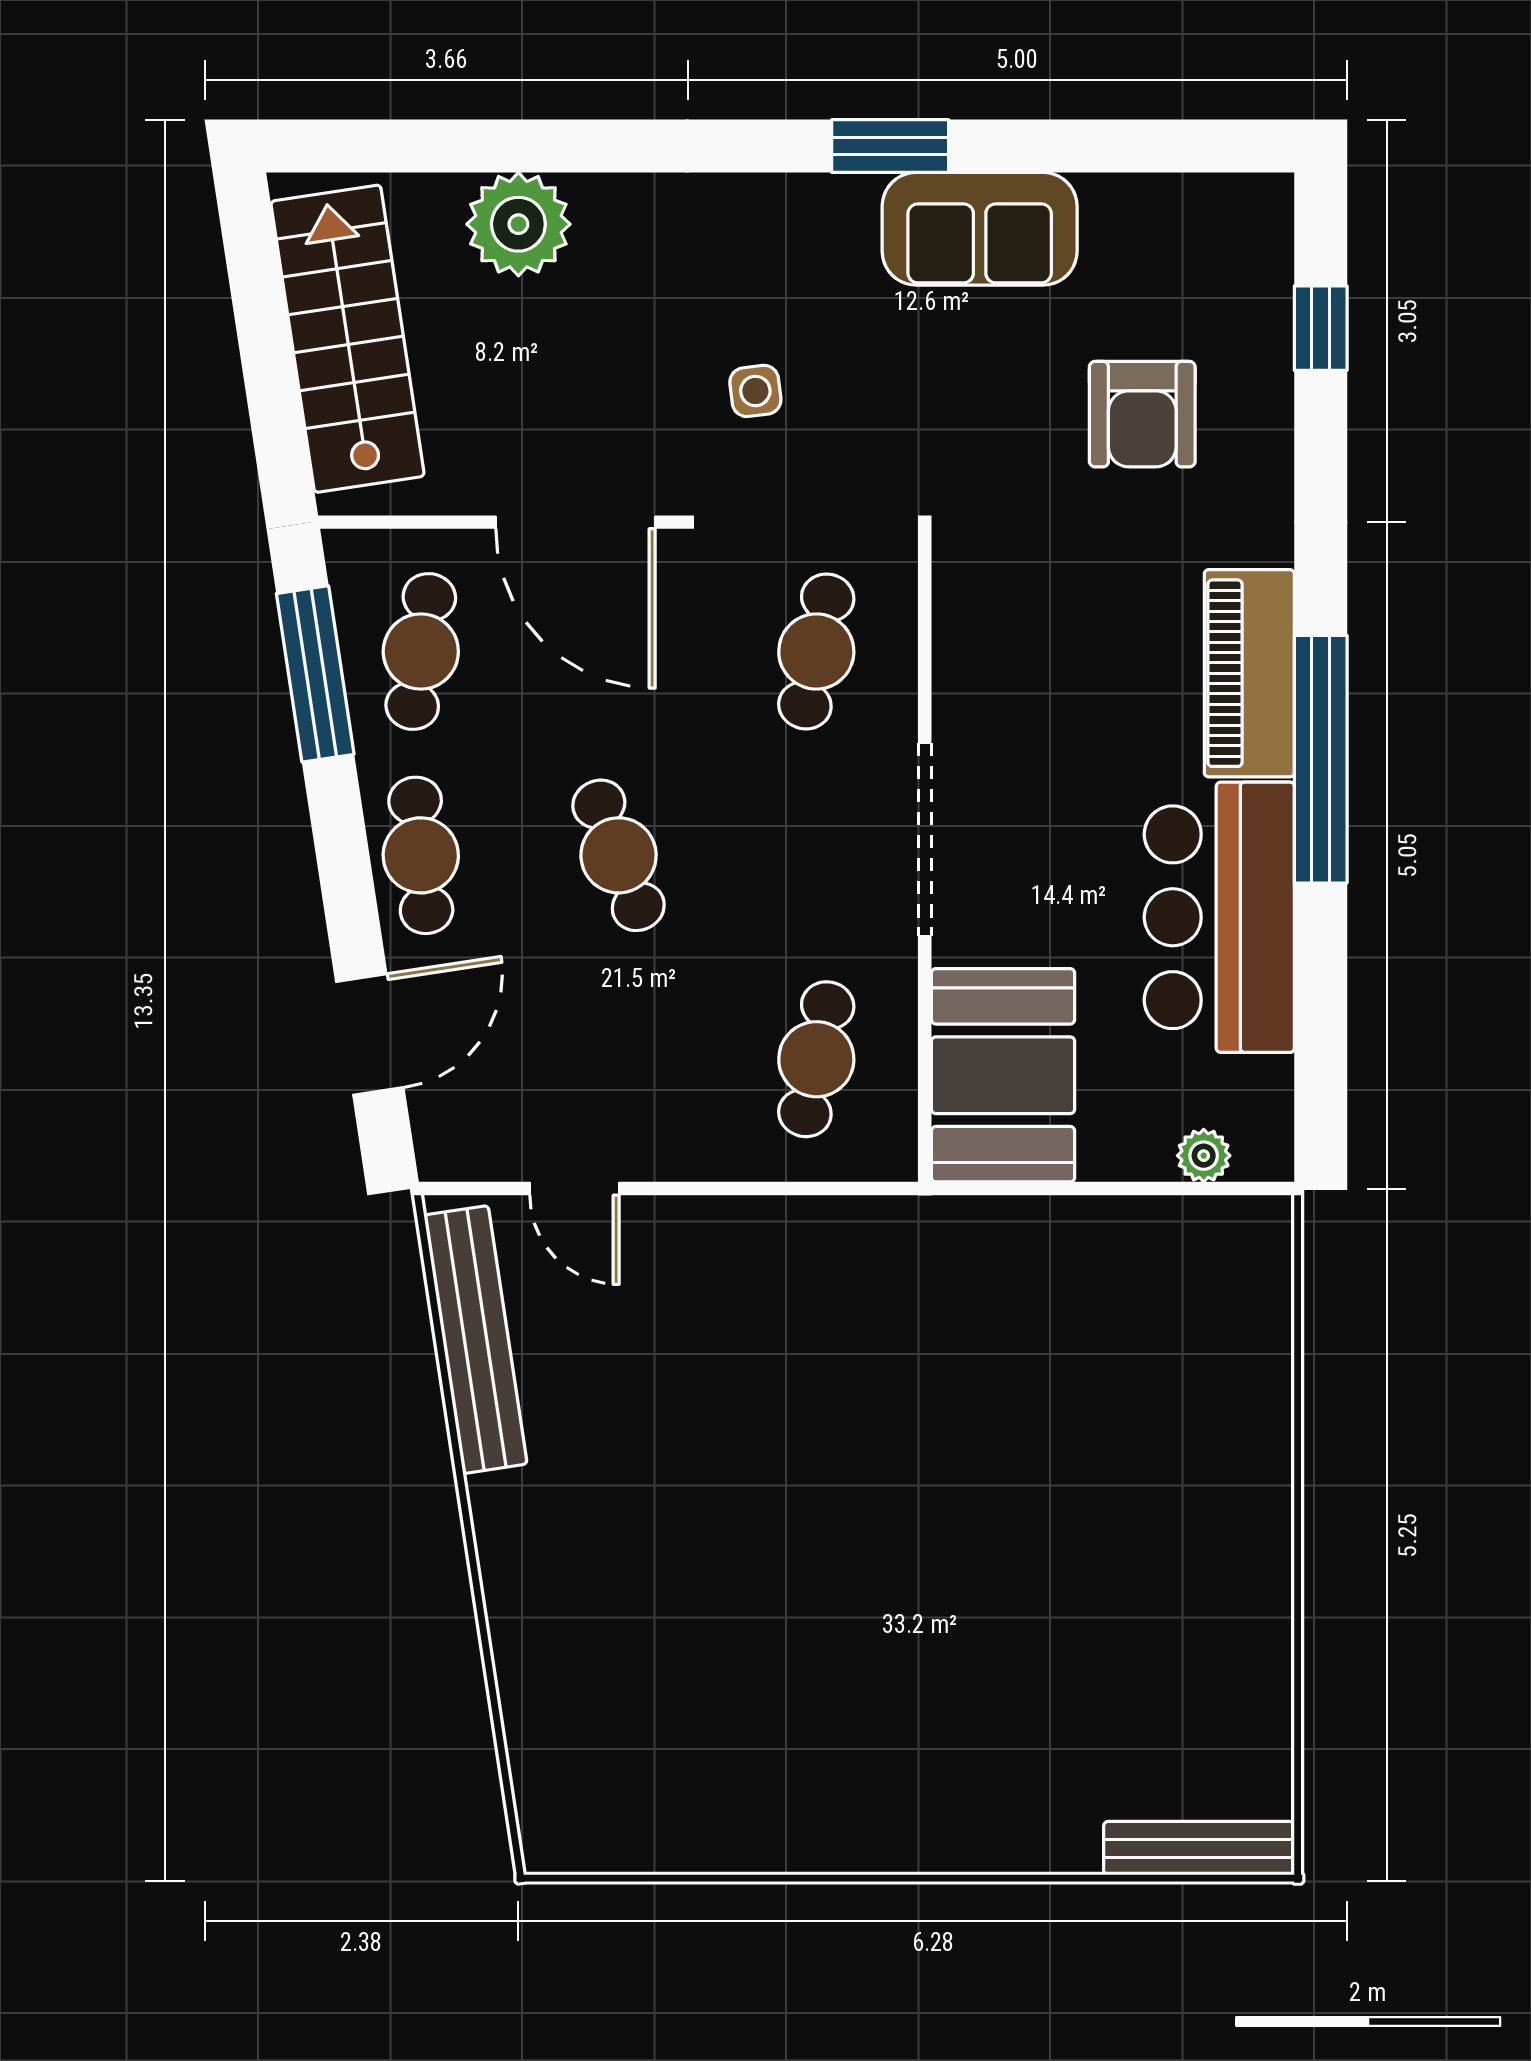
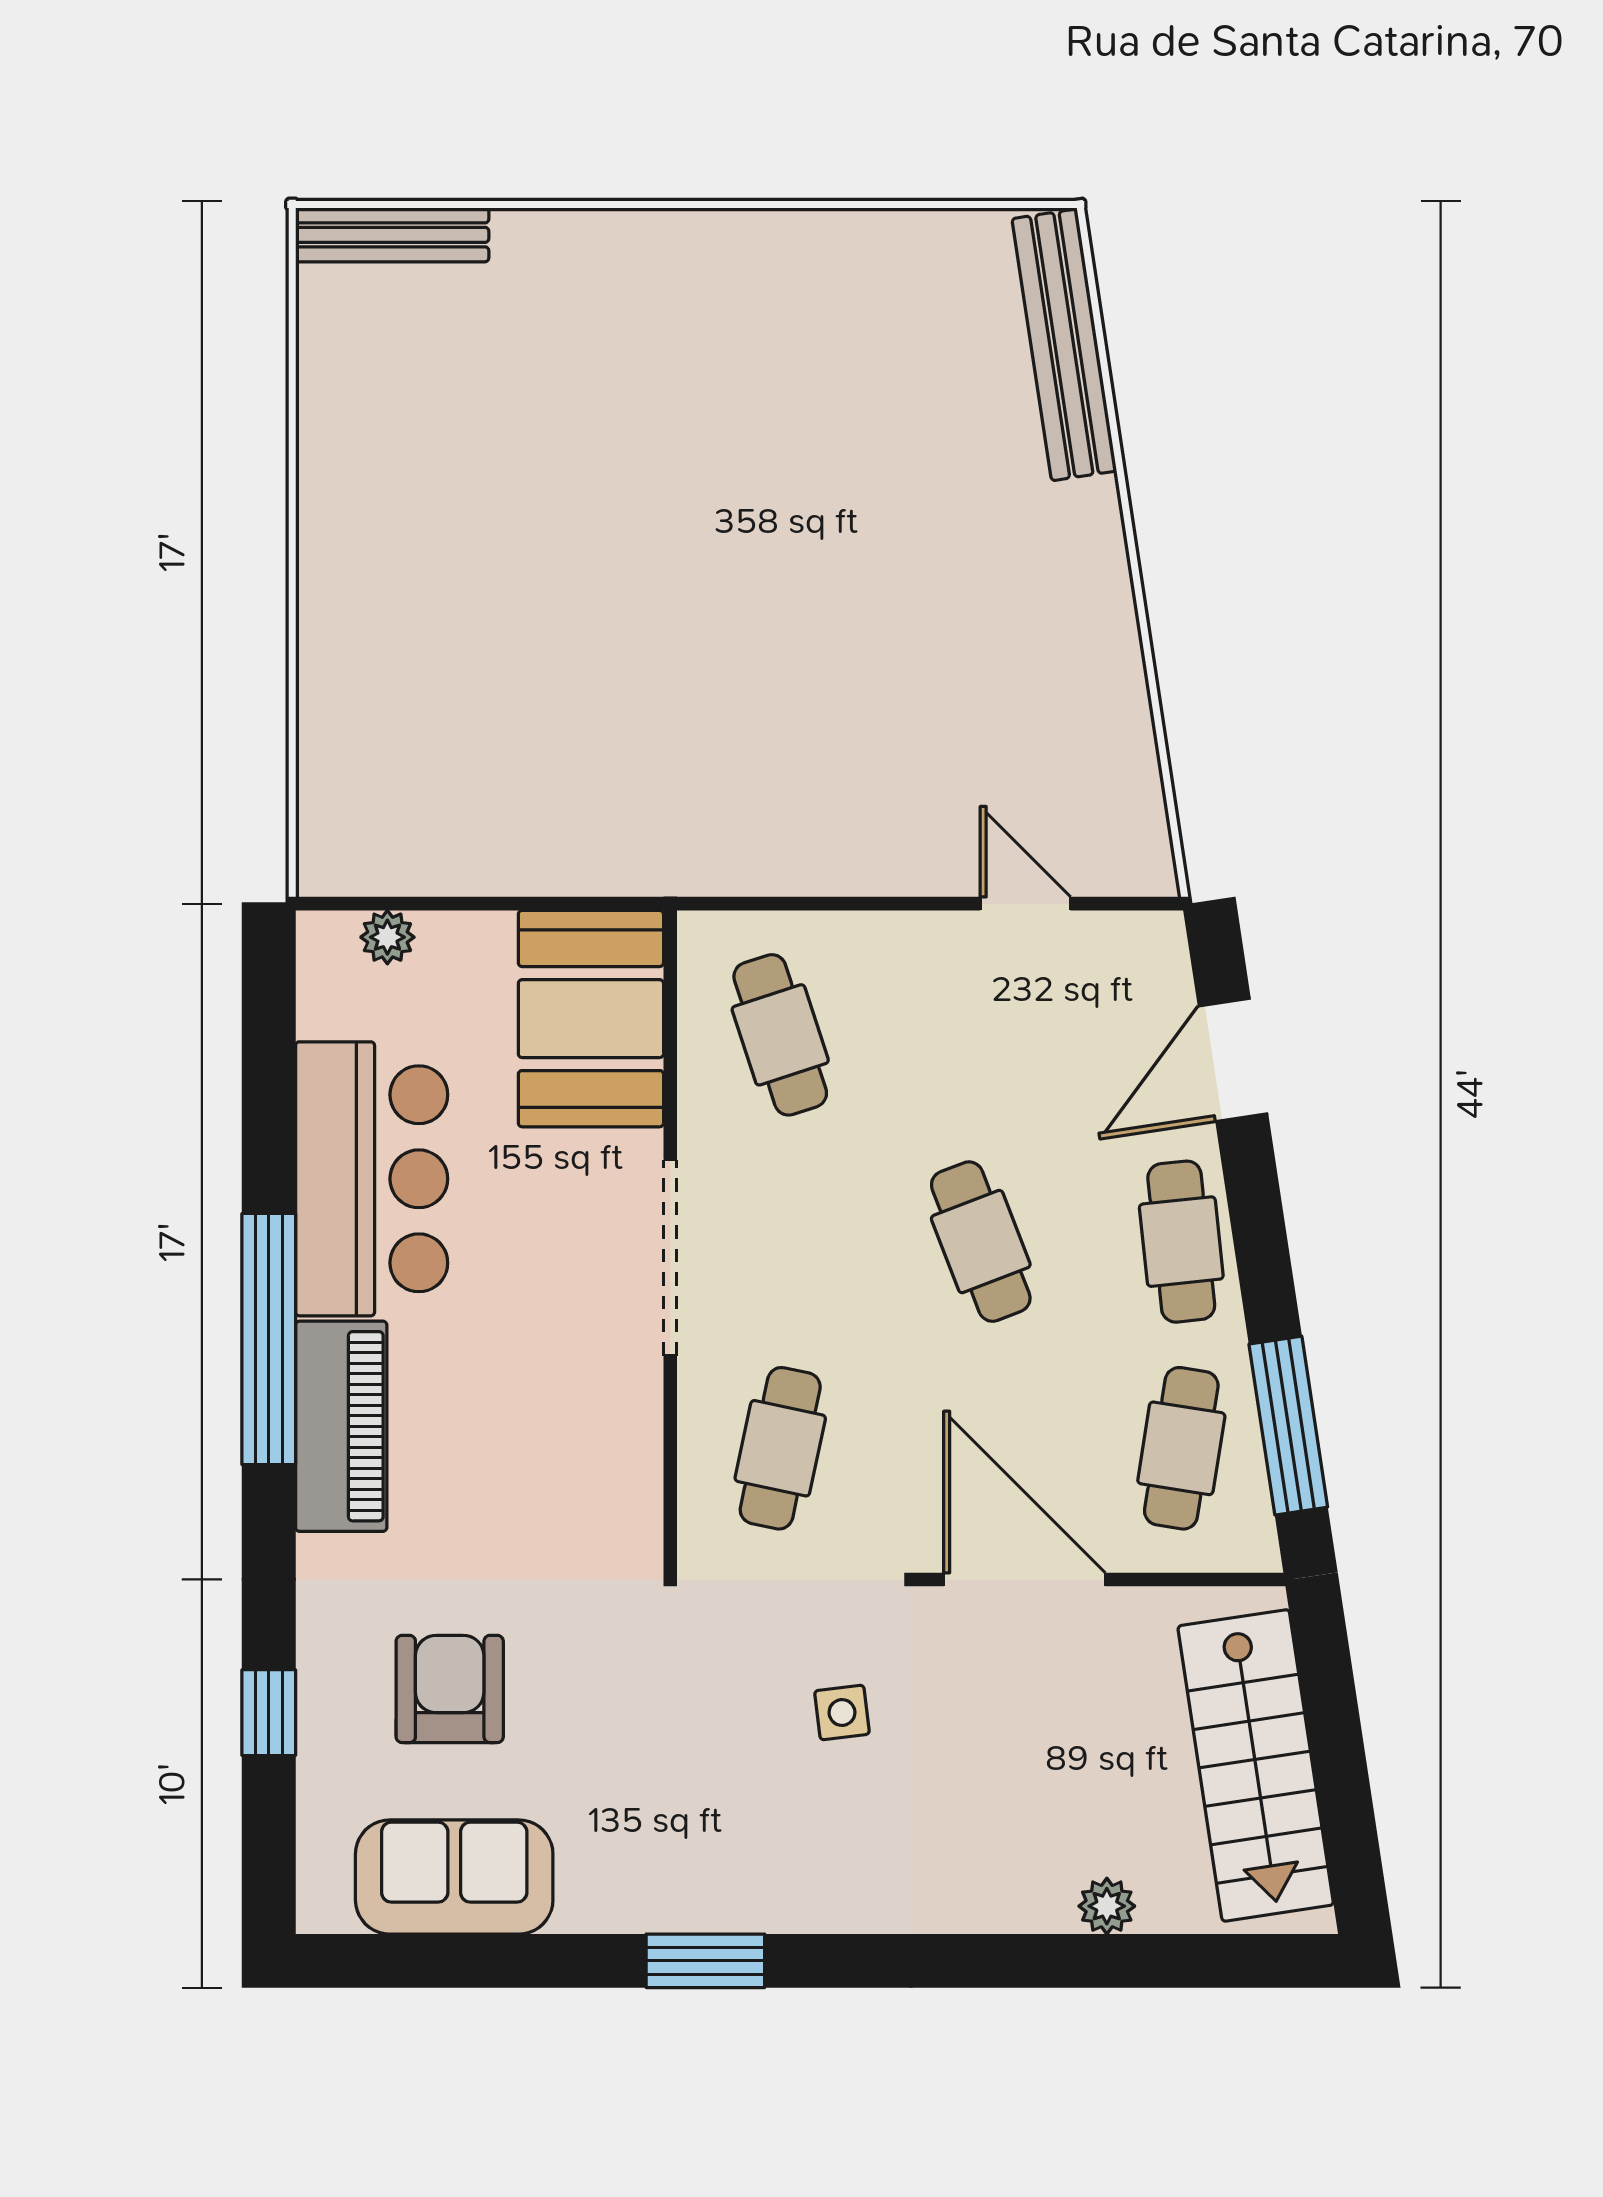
plant: (518, 224) -> (1107, 1906), width x0.53, depth x0.53
sofa: (980, 229) -> (454, 1877), moved
window: (1321, 328) -> (269, 1713), moved
cafe table: (816, 1059) -> (780, 1035), turned -30
bench: (476, 1340) -> (1064, 345), moved

